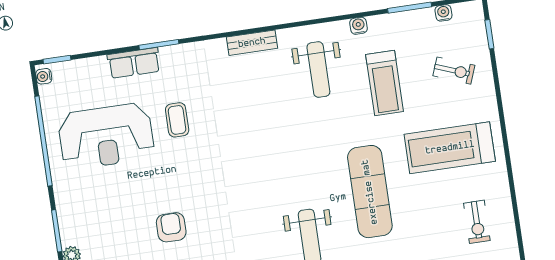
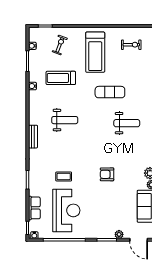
row of seats: (134, 63) -> (34, 208), moved
weight bench: (318, 70) -> (65, 120), moved
treadmill: (385, 83) -> (61, 78), turned 180
exercise mat: (370, 192) -> (110, 92), width x0.73, depth x0.69
armchair: (171, 227) -> (107, 174), moved

